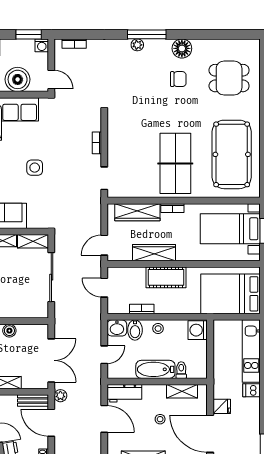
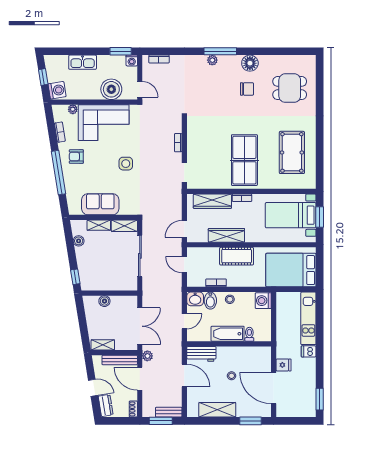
pool table: (232, 154) -> (292, 152), width x0.73, depth x0.76
shelving: (182, 391) -> (250, 352), removed
bench: (33, 401) -> (120, 360), width x1.36

